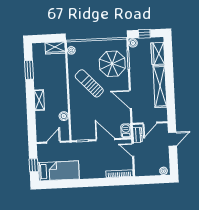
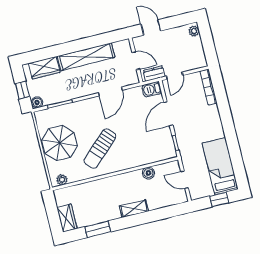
wardrobe: (55, 48) -> (67, 218), moved
parasol: (112, 64) -> (59, 143), moved

